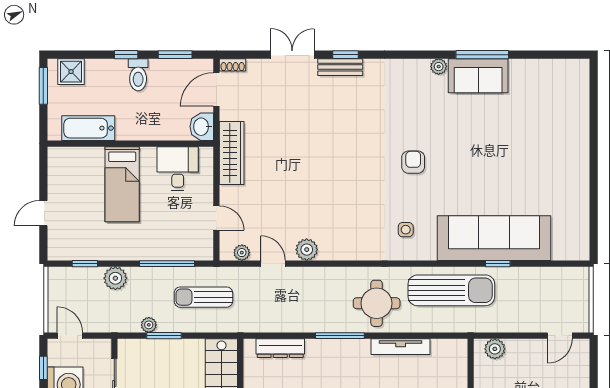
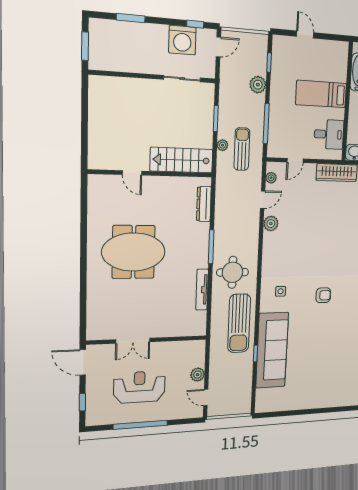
plant: (149, 325) -> (223, 145), moved
plant: (495, 349) -> (198, 375), moved

